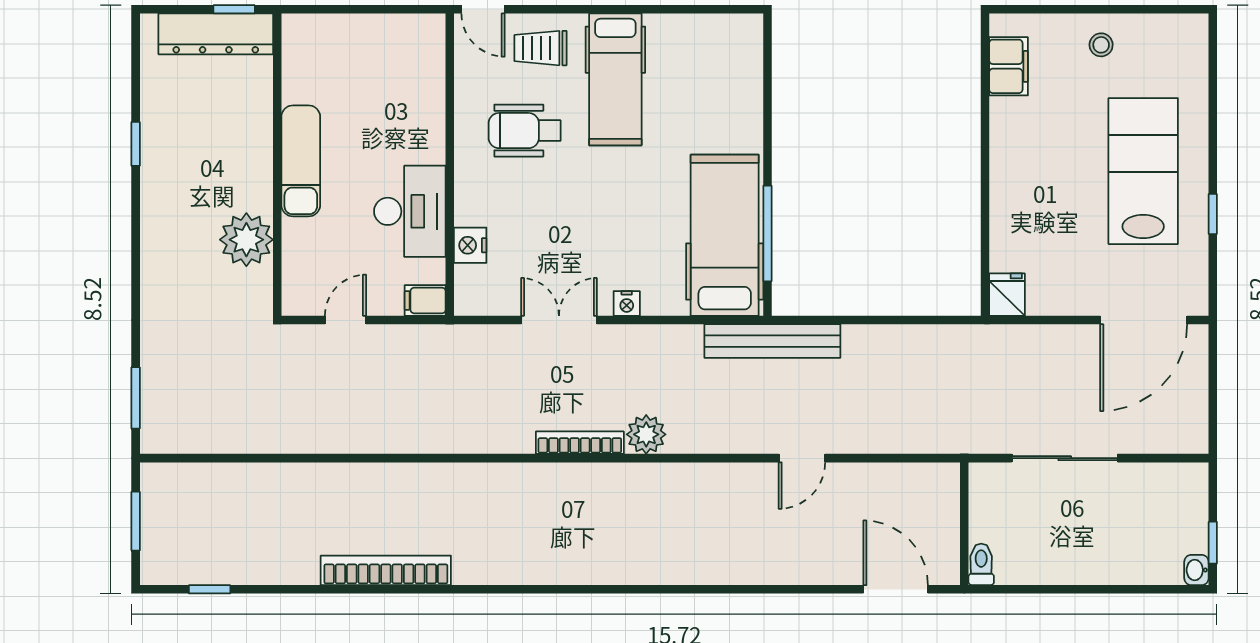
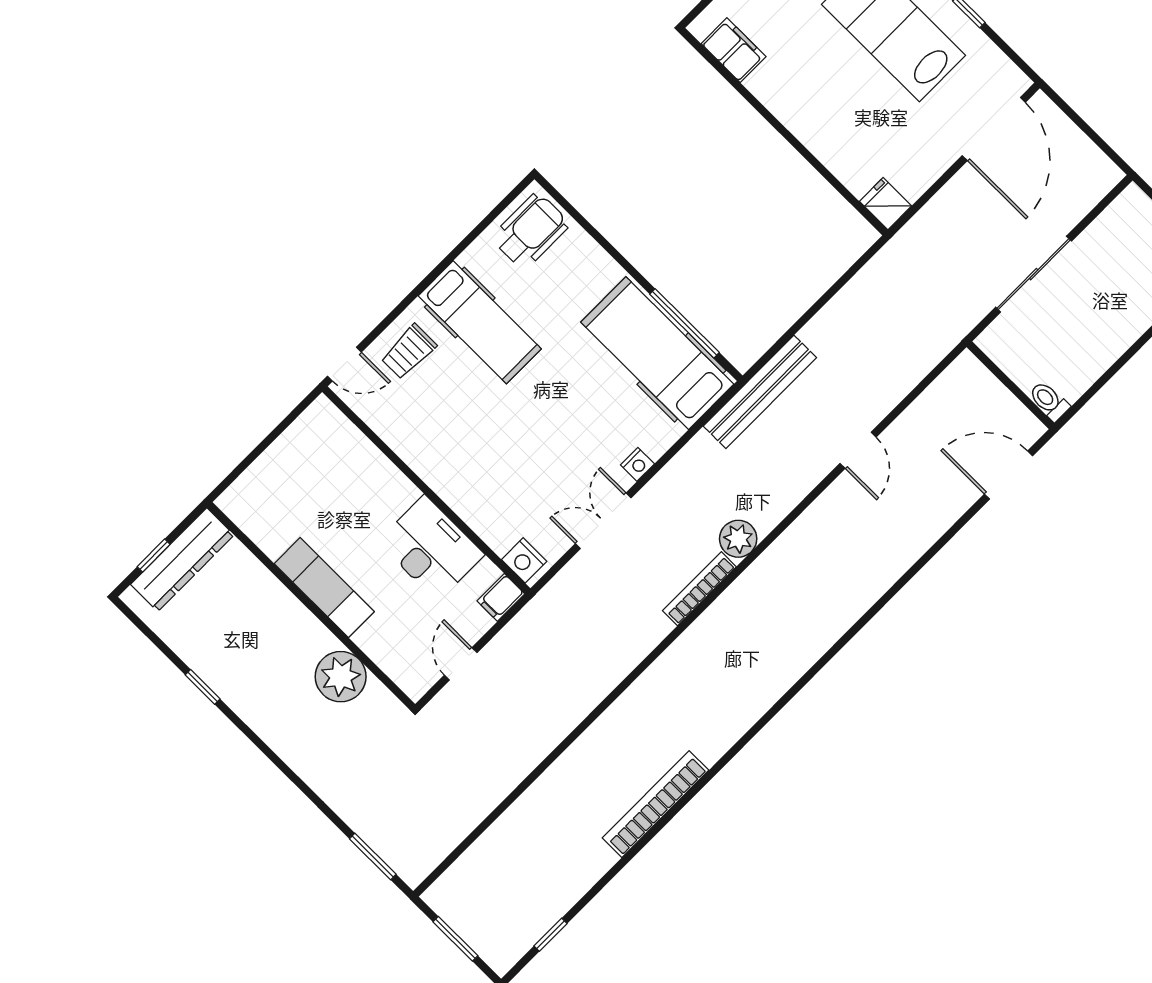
window: (234, 9) -> (154, 556), moved
wheelchair: (525, 131) -> (530, 231), moved, turned 180
nightstand: (470, 245) -> (524, 560), moved

